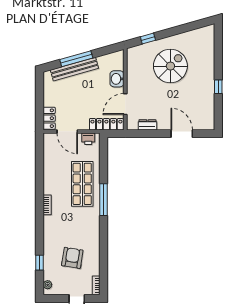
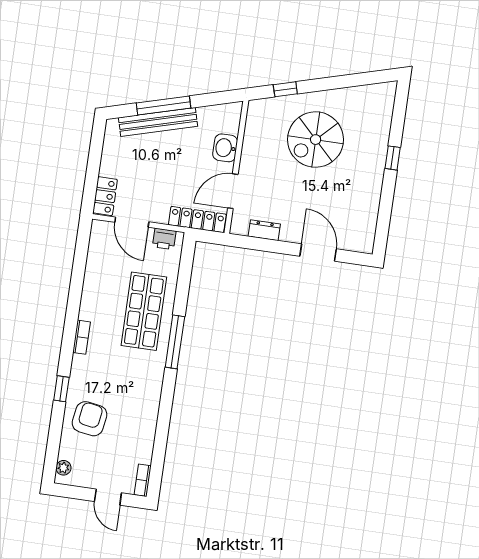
spiral stairs: (170, 66) -> (316, 140), turned 180
window: (218, 87) -> (393, 158), moved
armchair: (72, 258) -> (89, 419), moved
window: (39, 263) -> (61, 389), moved

